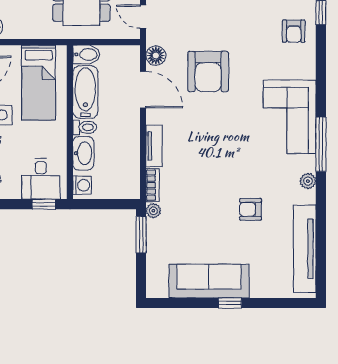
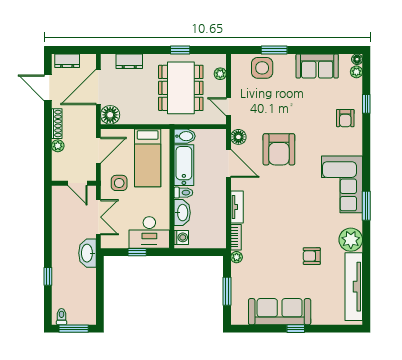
window: (321, 144) -> (366, 206), width x0.69
desk: (41, 179) -> (149, 232), width x1.37
plant: (308, 181) -> (351, 240), width x1.87, depth x1.87
window: (44, 204) -> (137, 252), moved
window: (141, 235) -> (227, 291), moved

